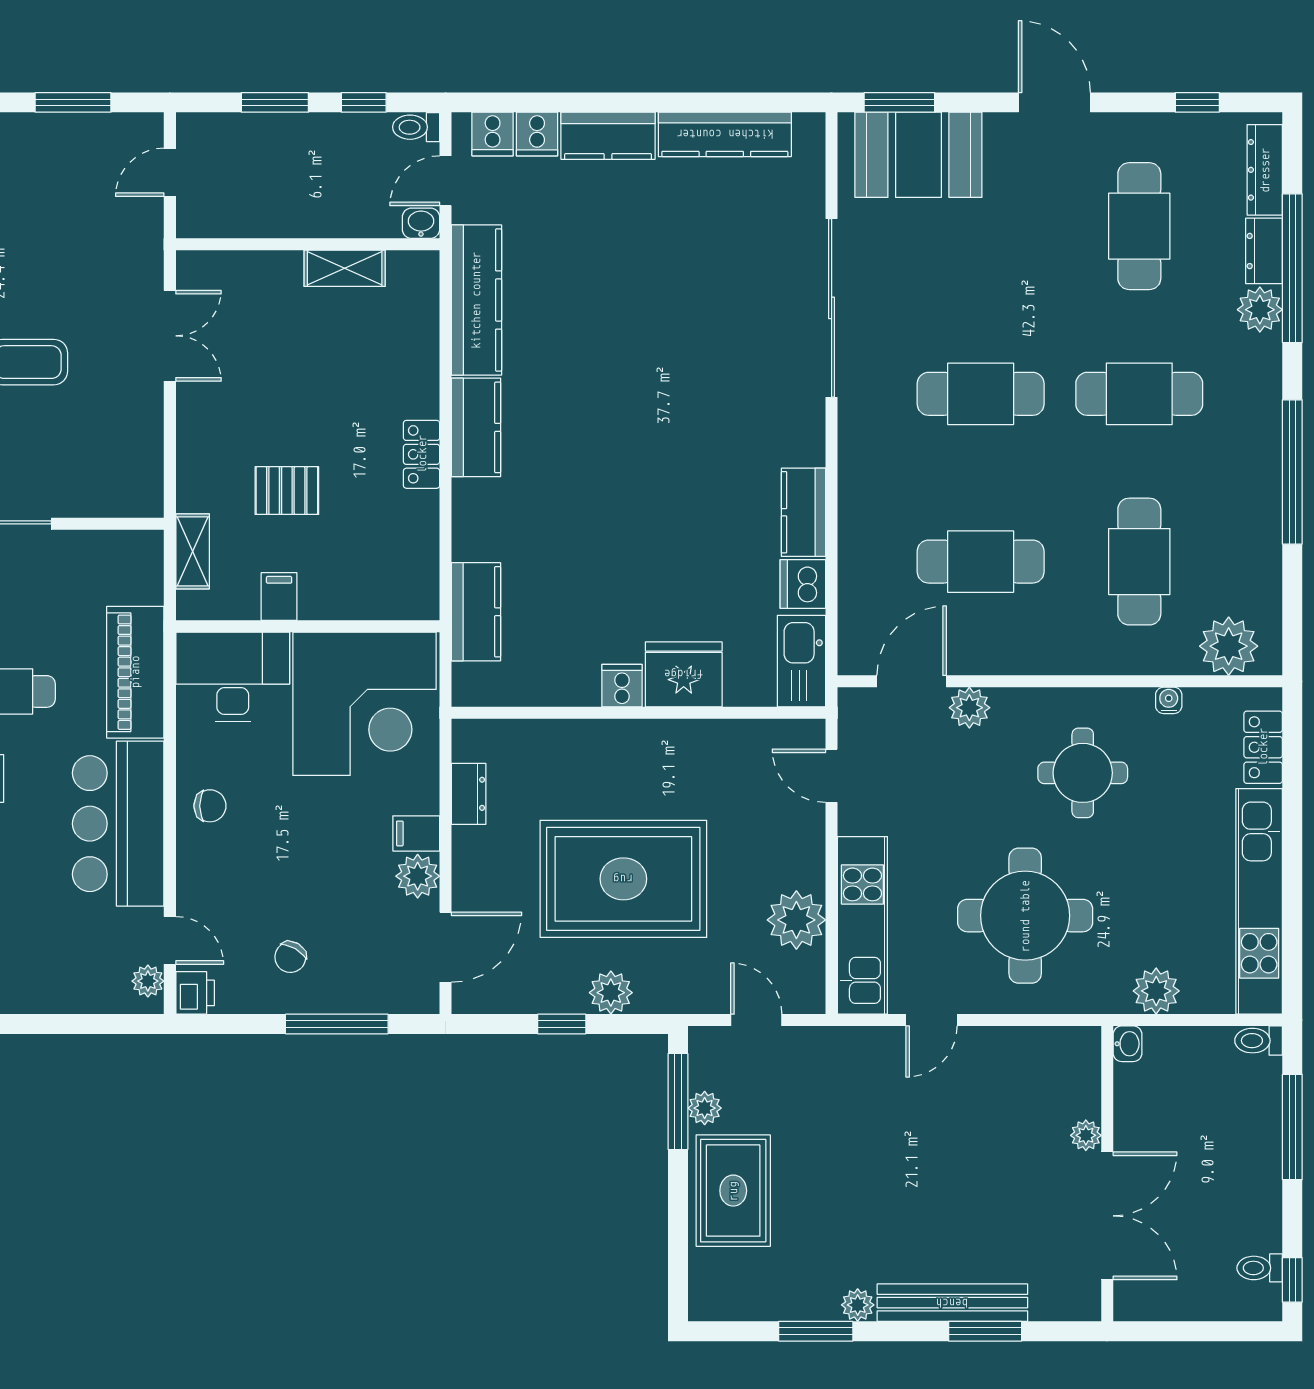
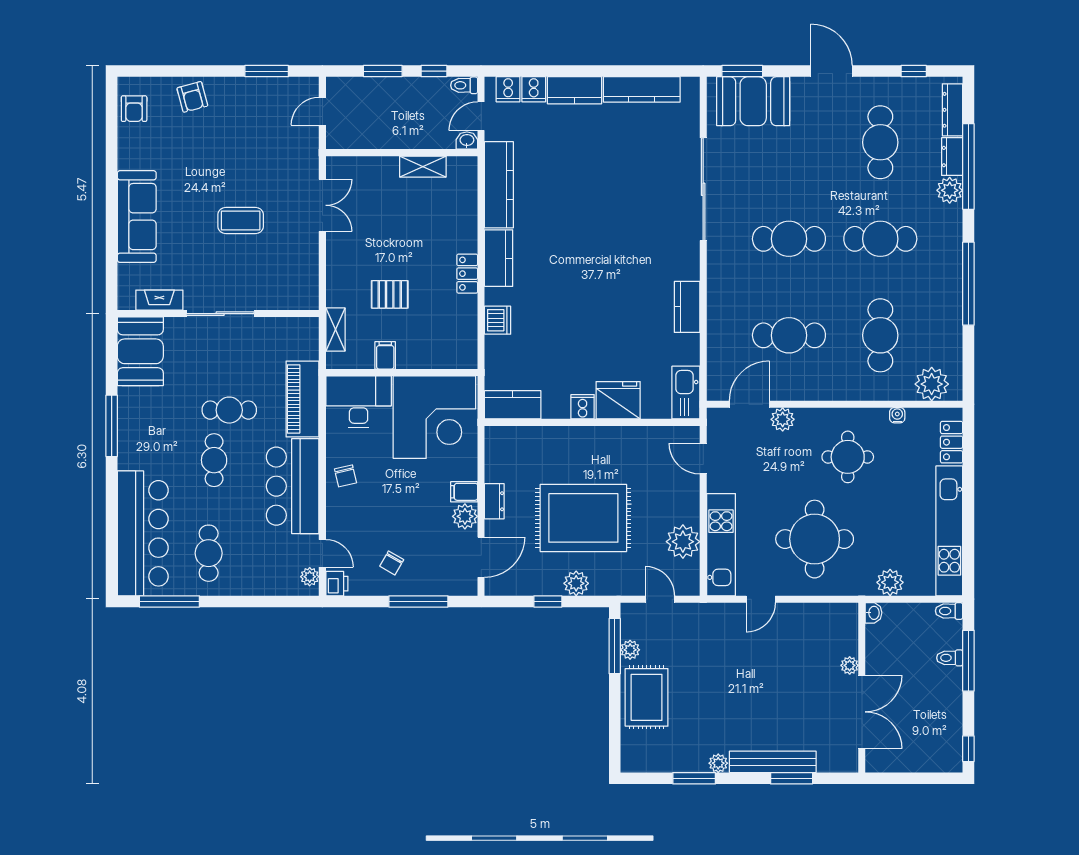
dishwasher: (803, 584) -> (498, 320), moved, turned 180
kitchen counter: (476, 612) -> (513, 405), moved, turned -90
dresser: (469, 794) -> (494, 501), moved
chair: (210, 806) -> (345, 476), turned 77
toilet: (1260, 1268) -> (950, 658), moved

